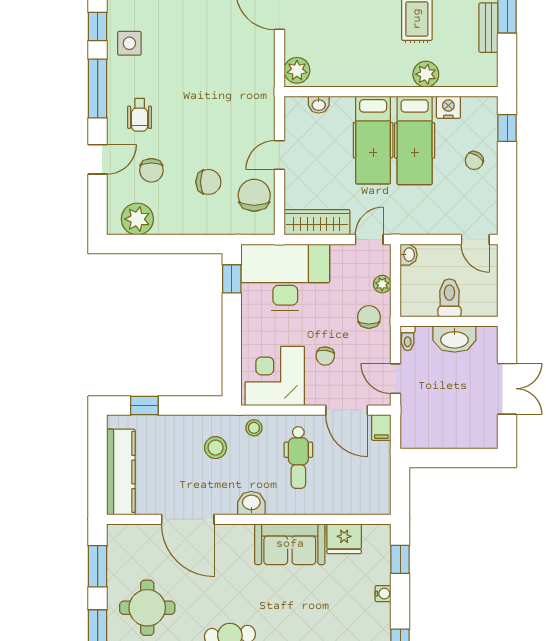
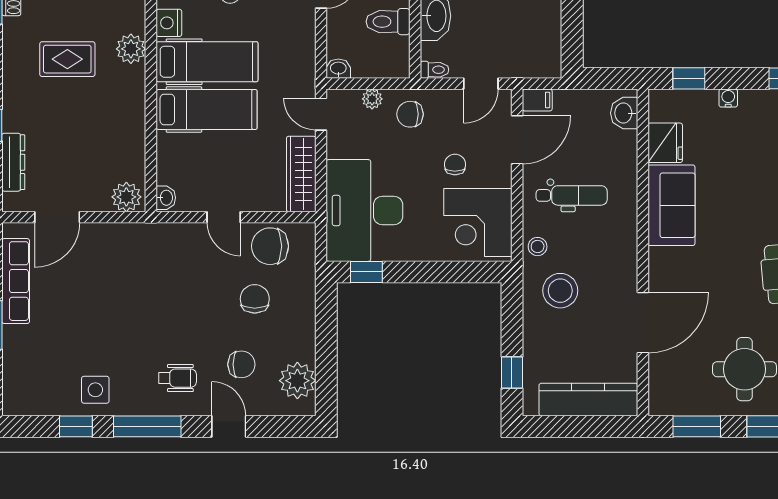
washbasin: (319, 105) -> (166, 198), moved
chair: (325, 356) -> (455, 164), turned -97
stool: (216, 448) -> (560, 291), width x1.38, depth x1.38
washbasin: (251, 503) -> (624, 113), moved

